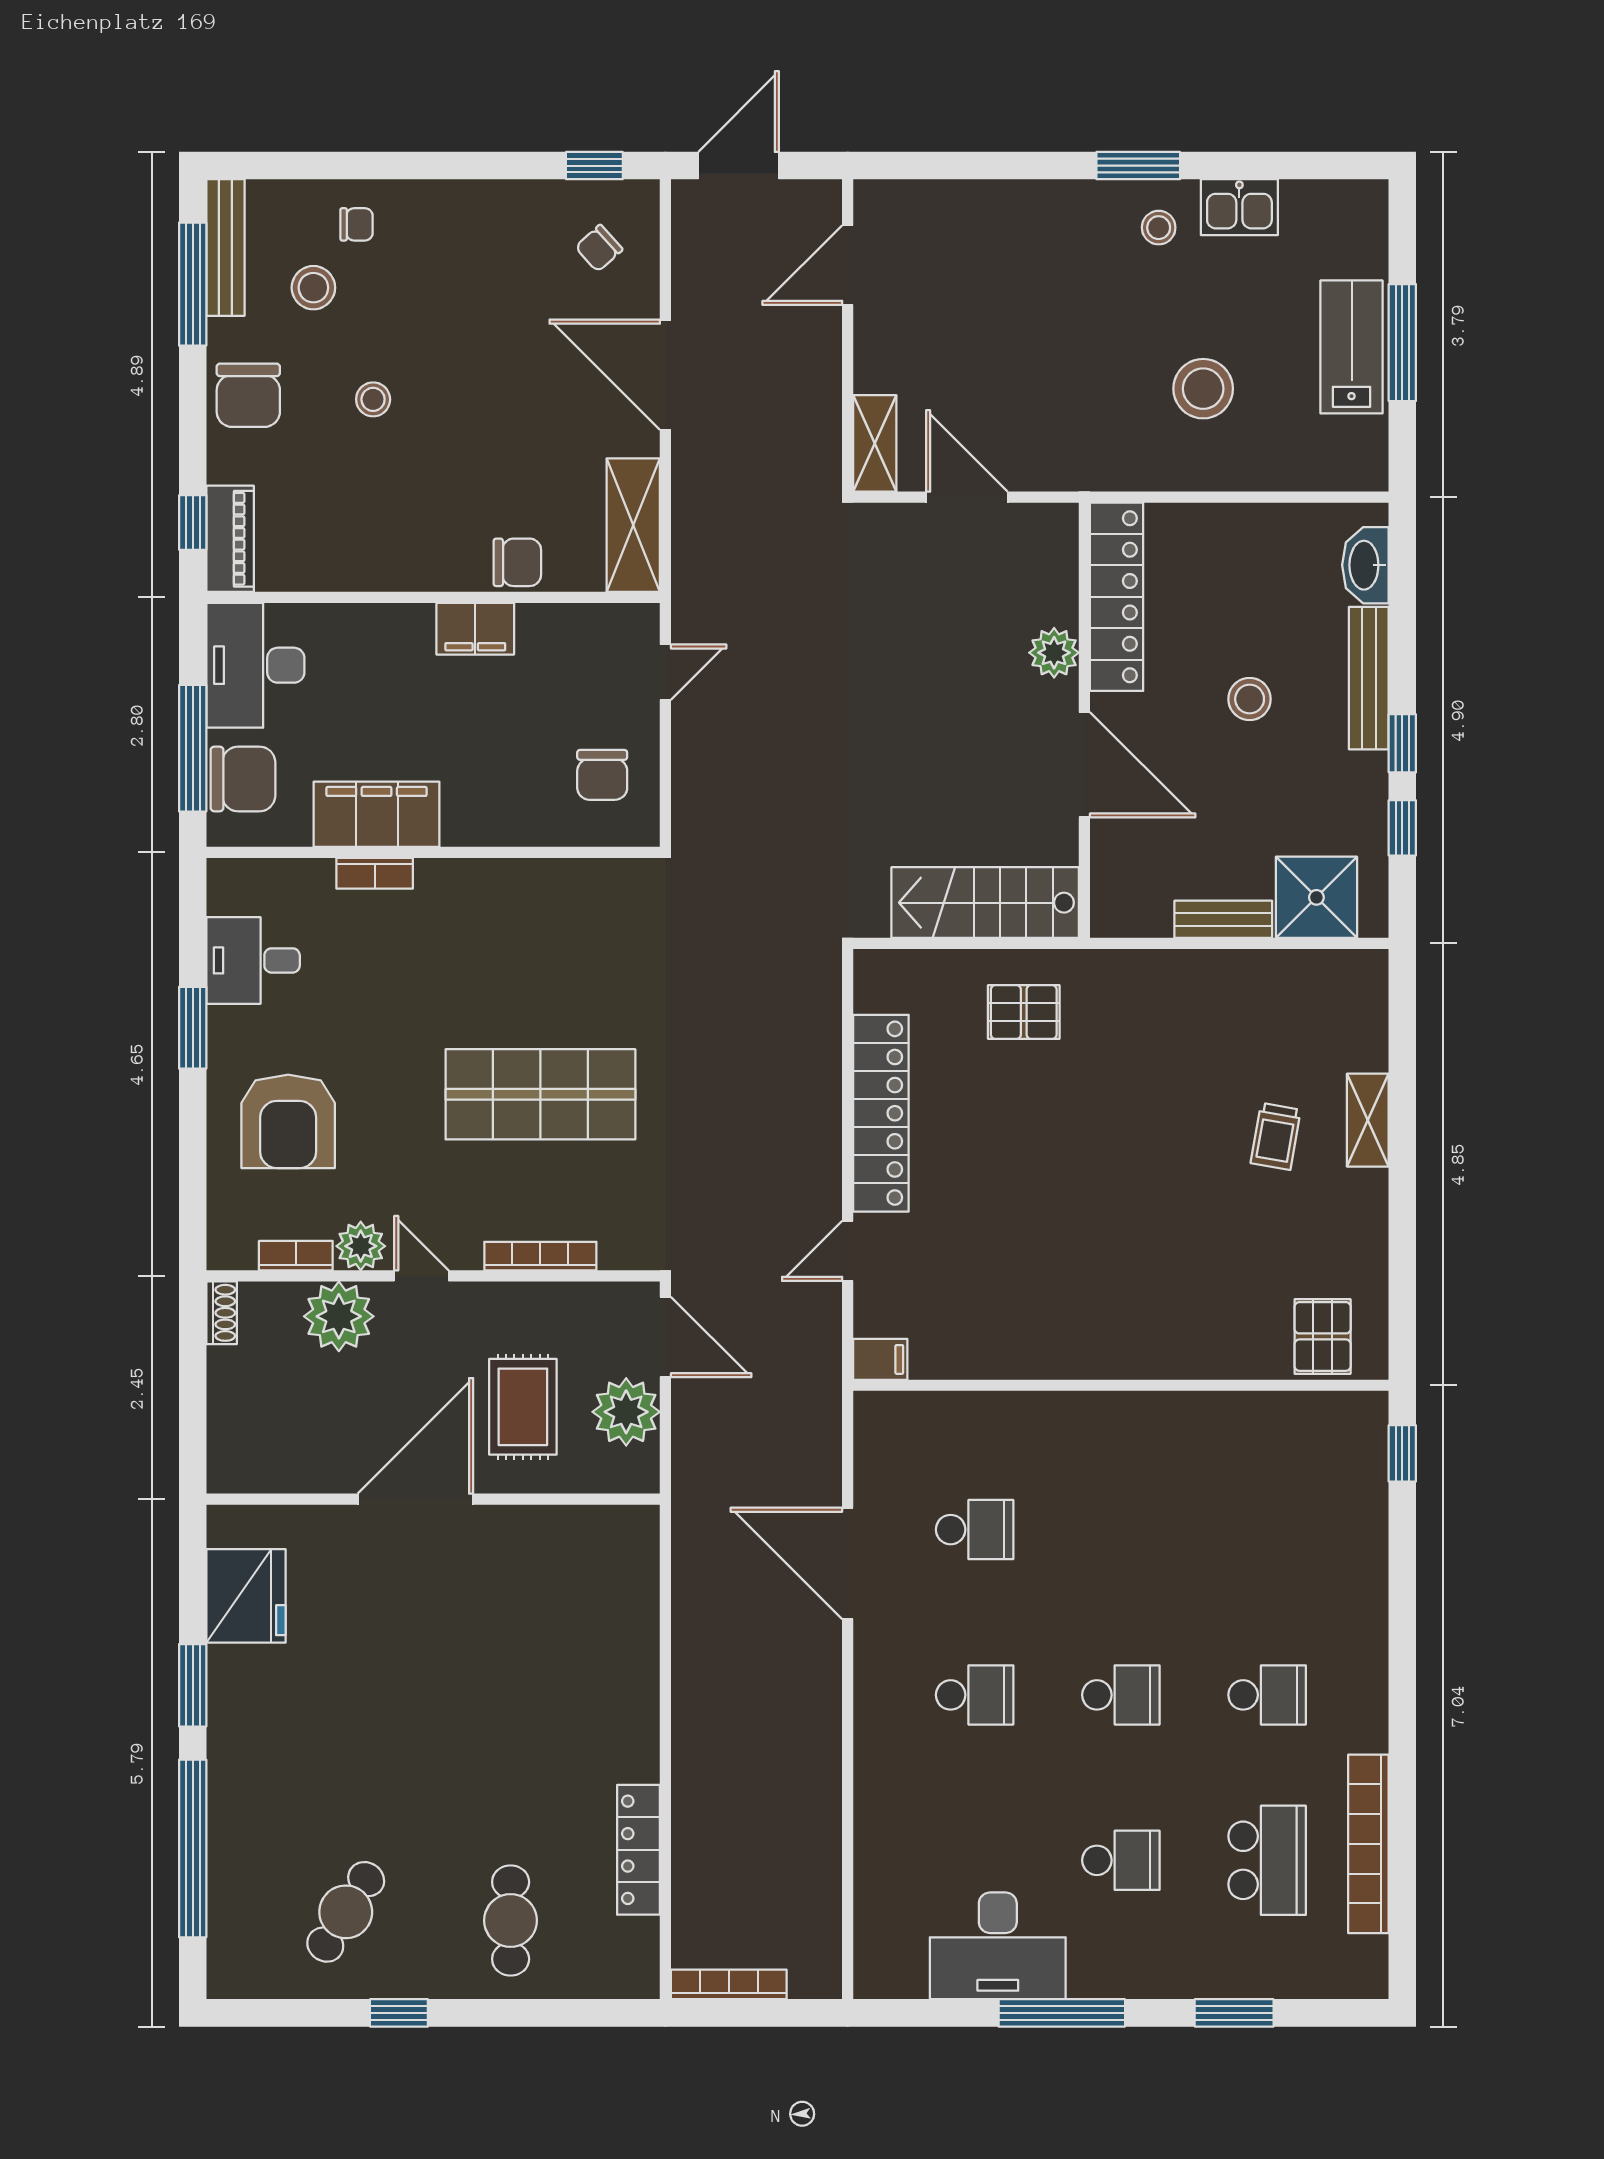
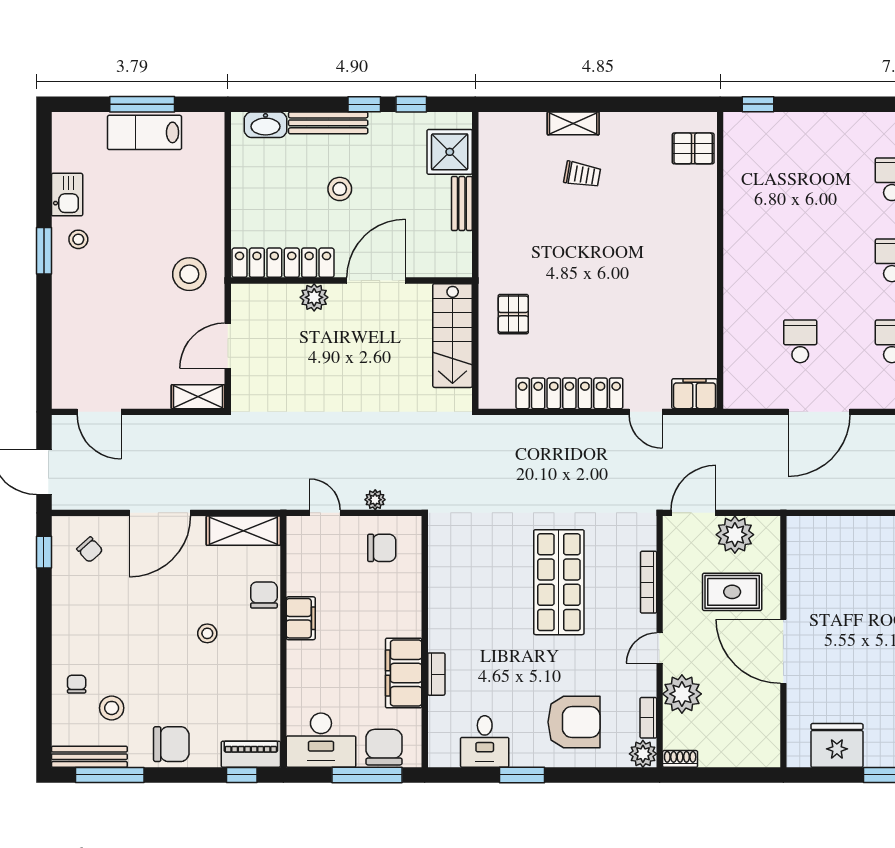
stool: (1203, 389) -> (189, 274), moved
stool: (373, 399) -> (207, 633), moved
plant: (689, 763) -> (375, 500), added
plant: (361, 1246) -> (643, 754), moved
filing cabinet: (880, 1359) -> (695, 394), width x2.00

